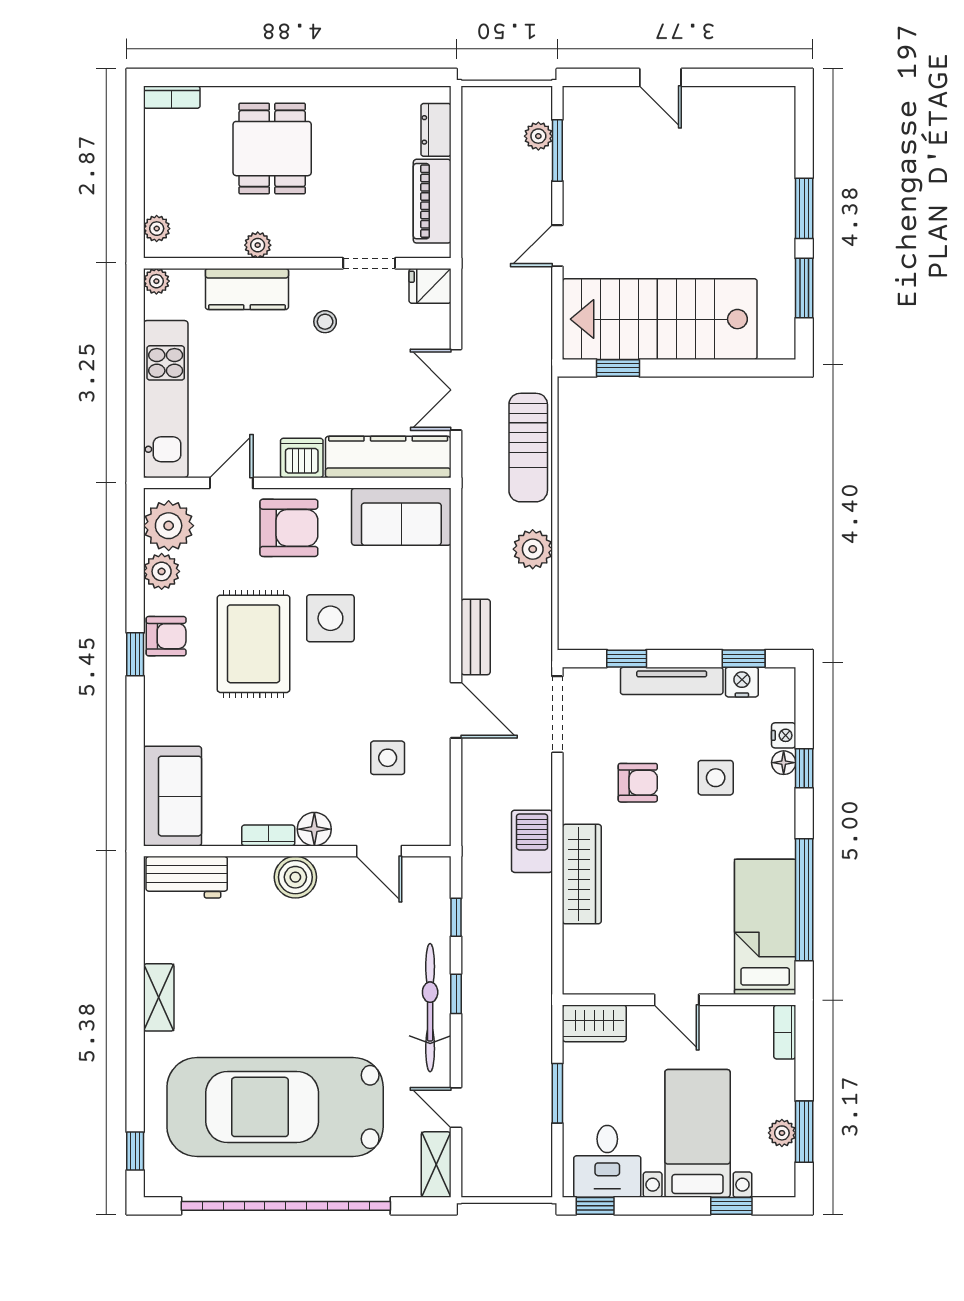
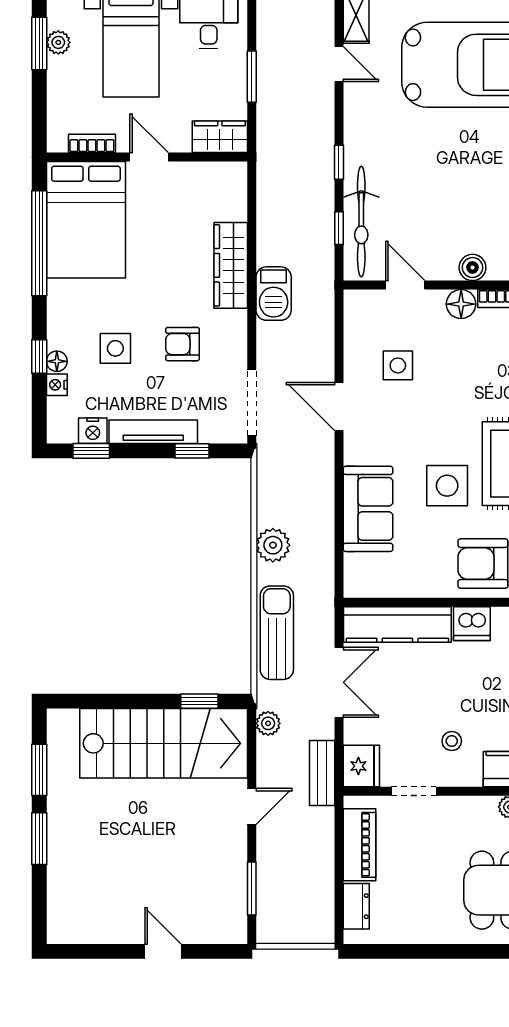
plant: (538, 136) -> (268, 723), moved
fridge: (430, 286) -> (361, 766), width x1.38
sofa: (401, 517) -> (368, 509), moved, turned 90
bench: (476, 637) -> (322, 773), moved
boiler: (295, 877) -> (472, 267), width x0.73, depth x0.73
bed: (765, 927) -> (86, 220), width x1.50
bicycle: (430, 1008) -> (361, 222), moved
bookcase: (785, 1032) -> (92, 143), moved, turned -90

